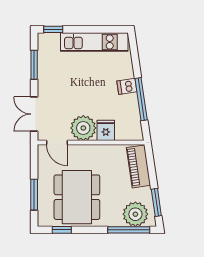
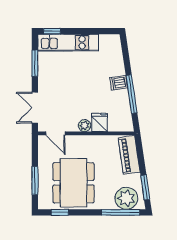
kitchen unit: (94, 42) -> (68, 43), moved
plant: (83, 128) -> (85, 126), width x0.53, depth x0.53

